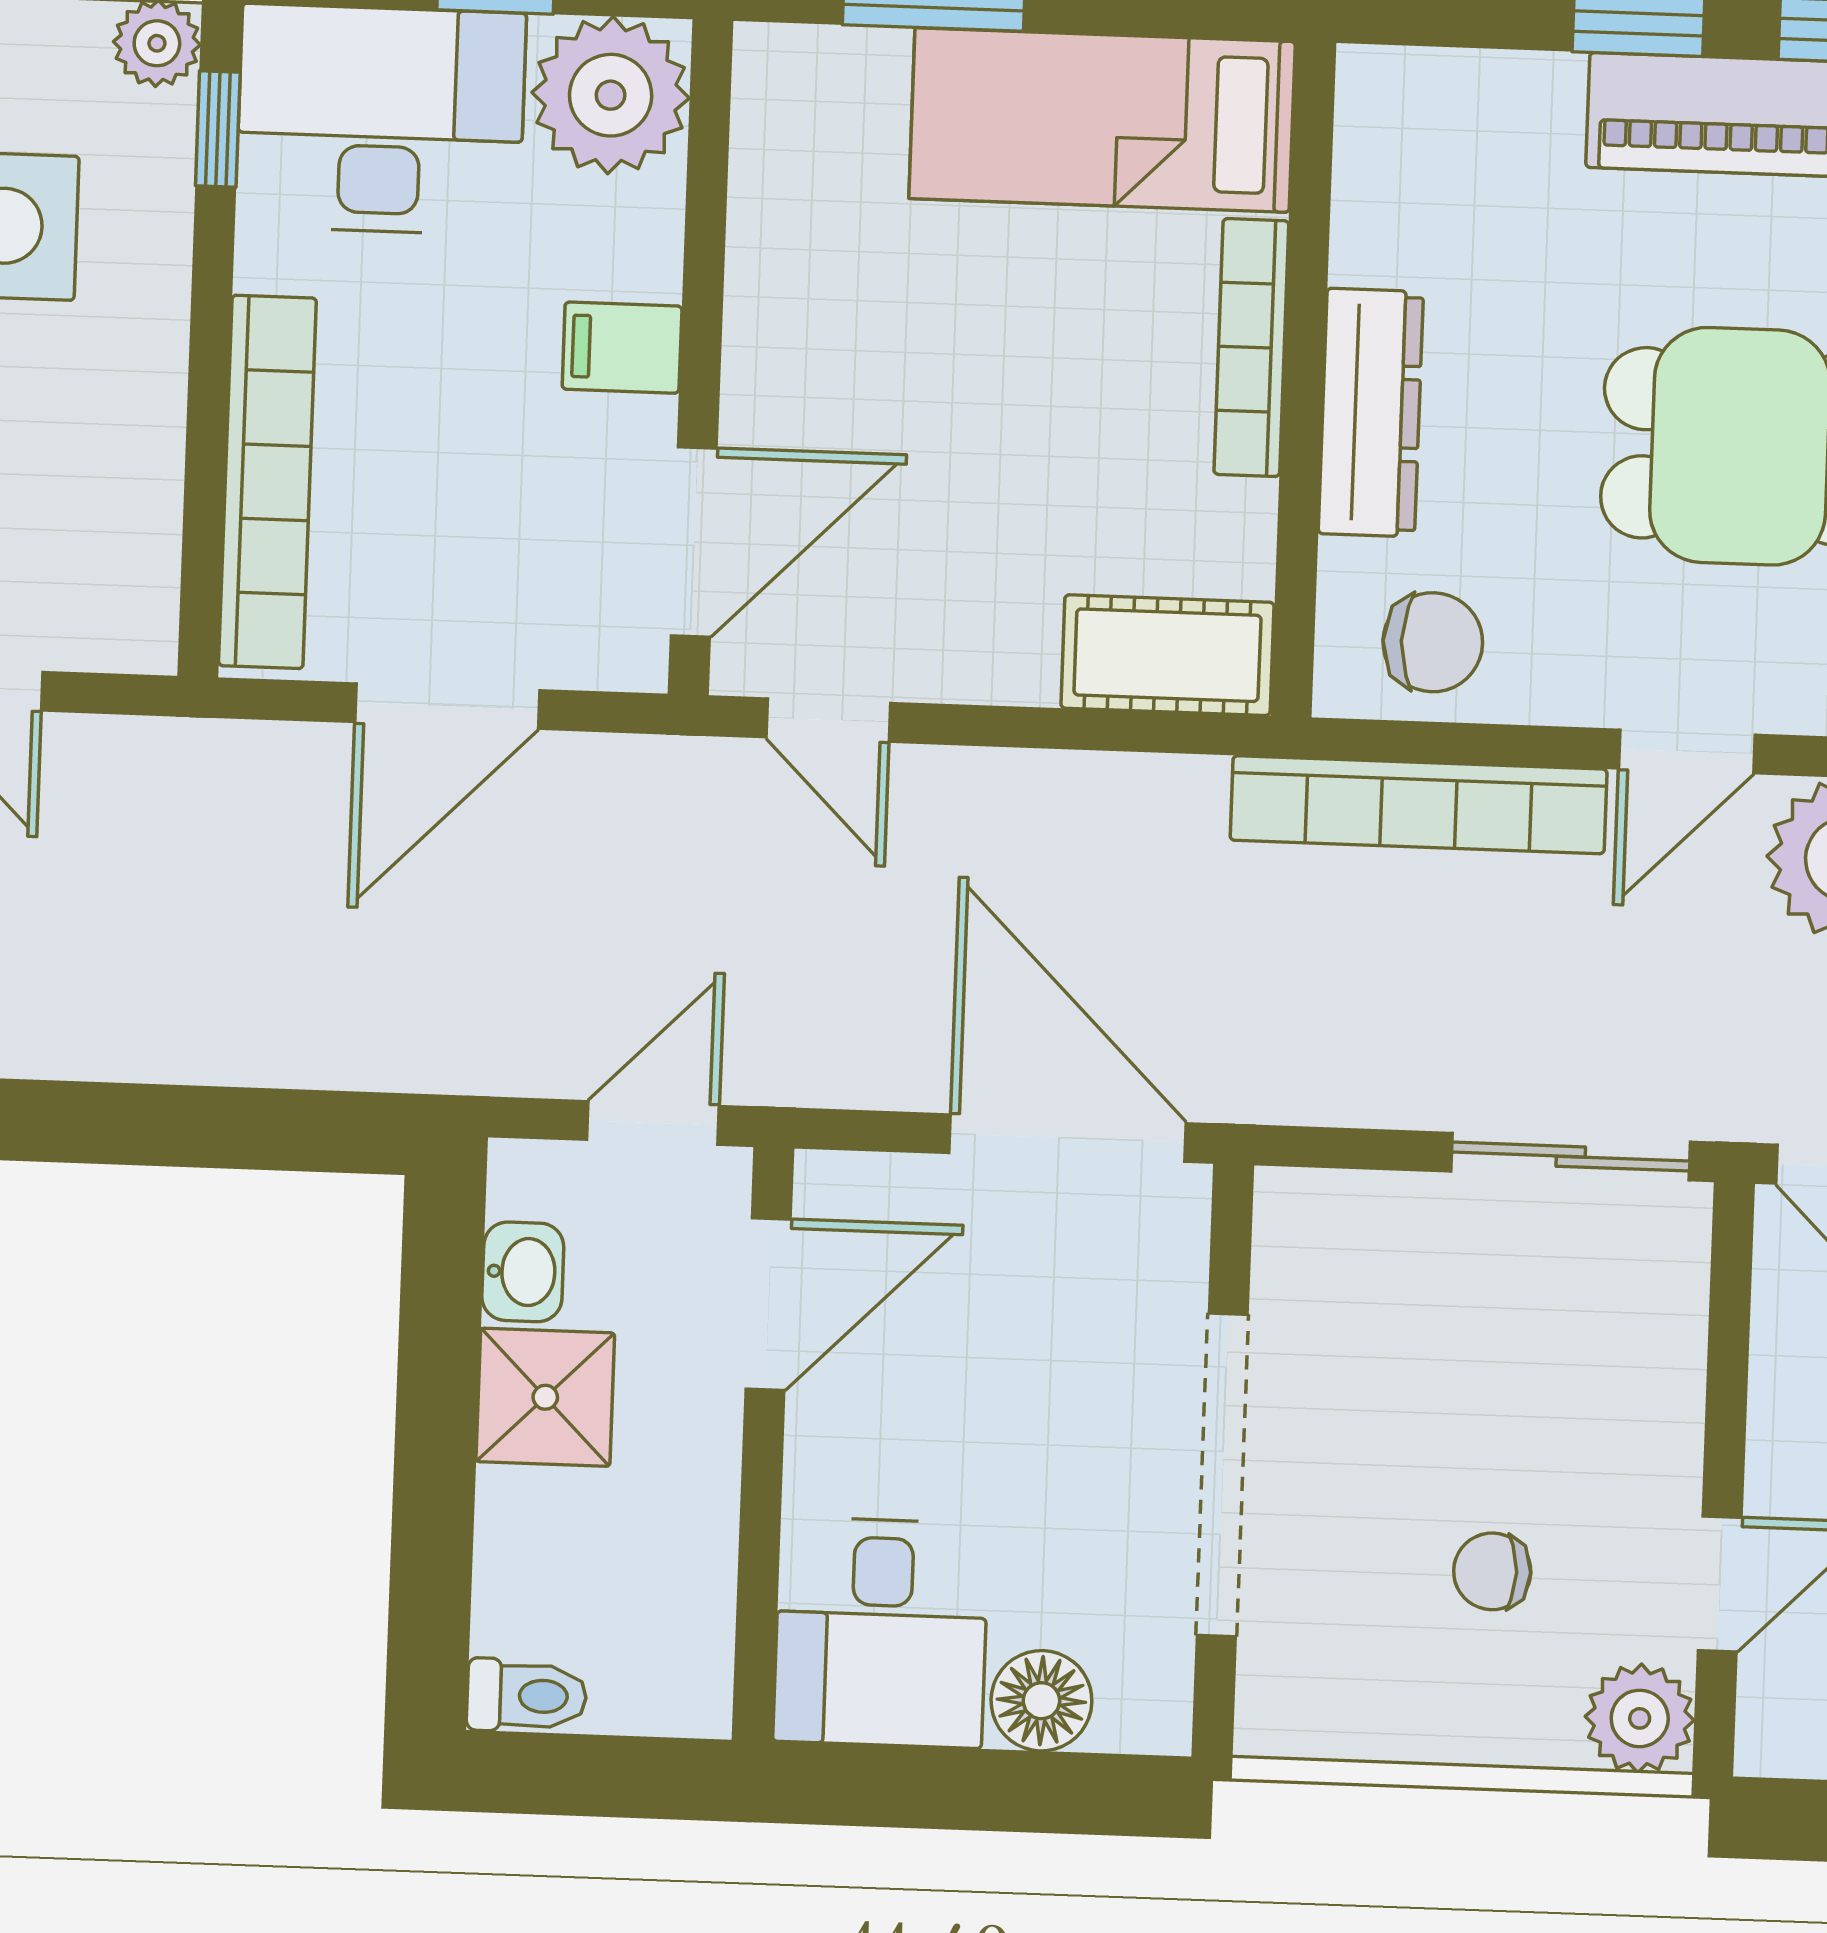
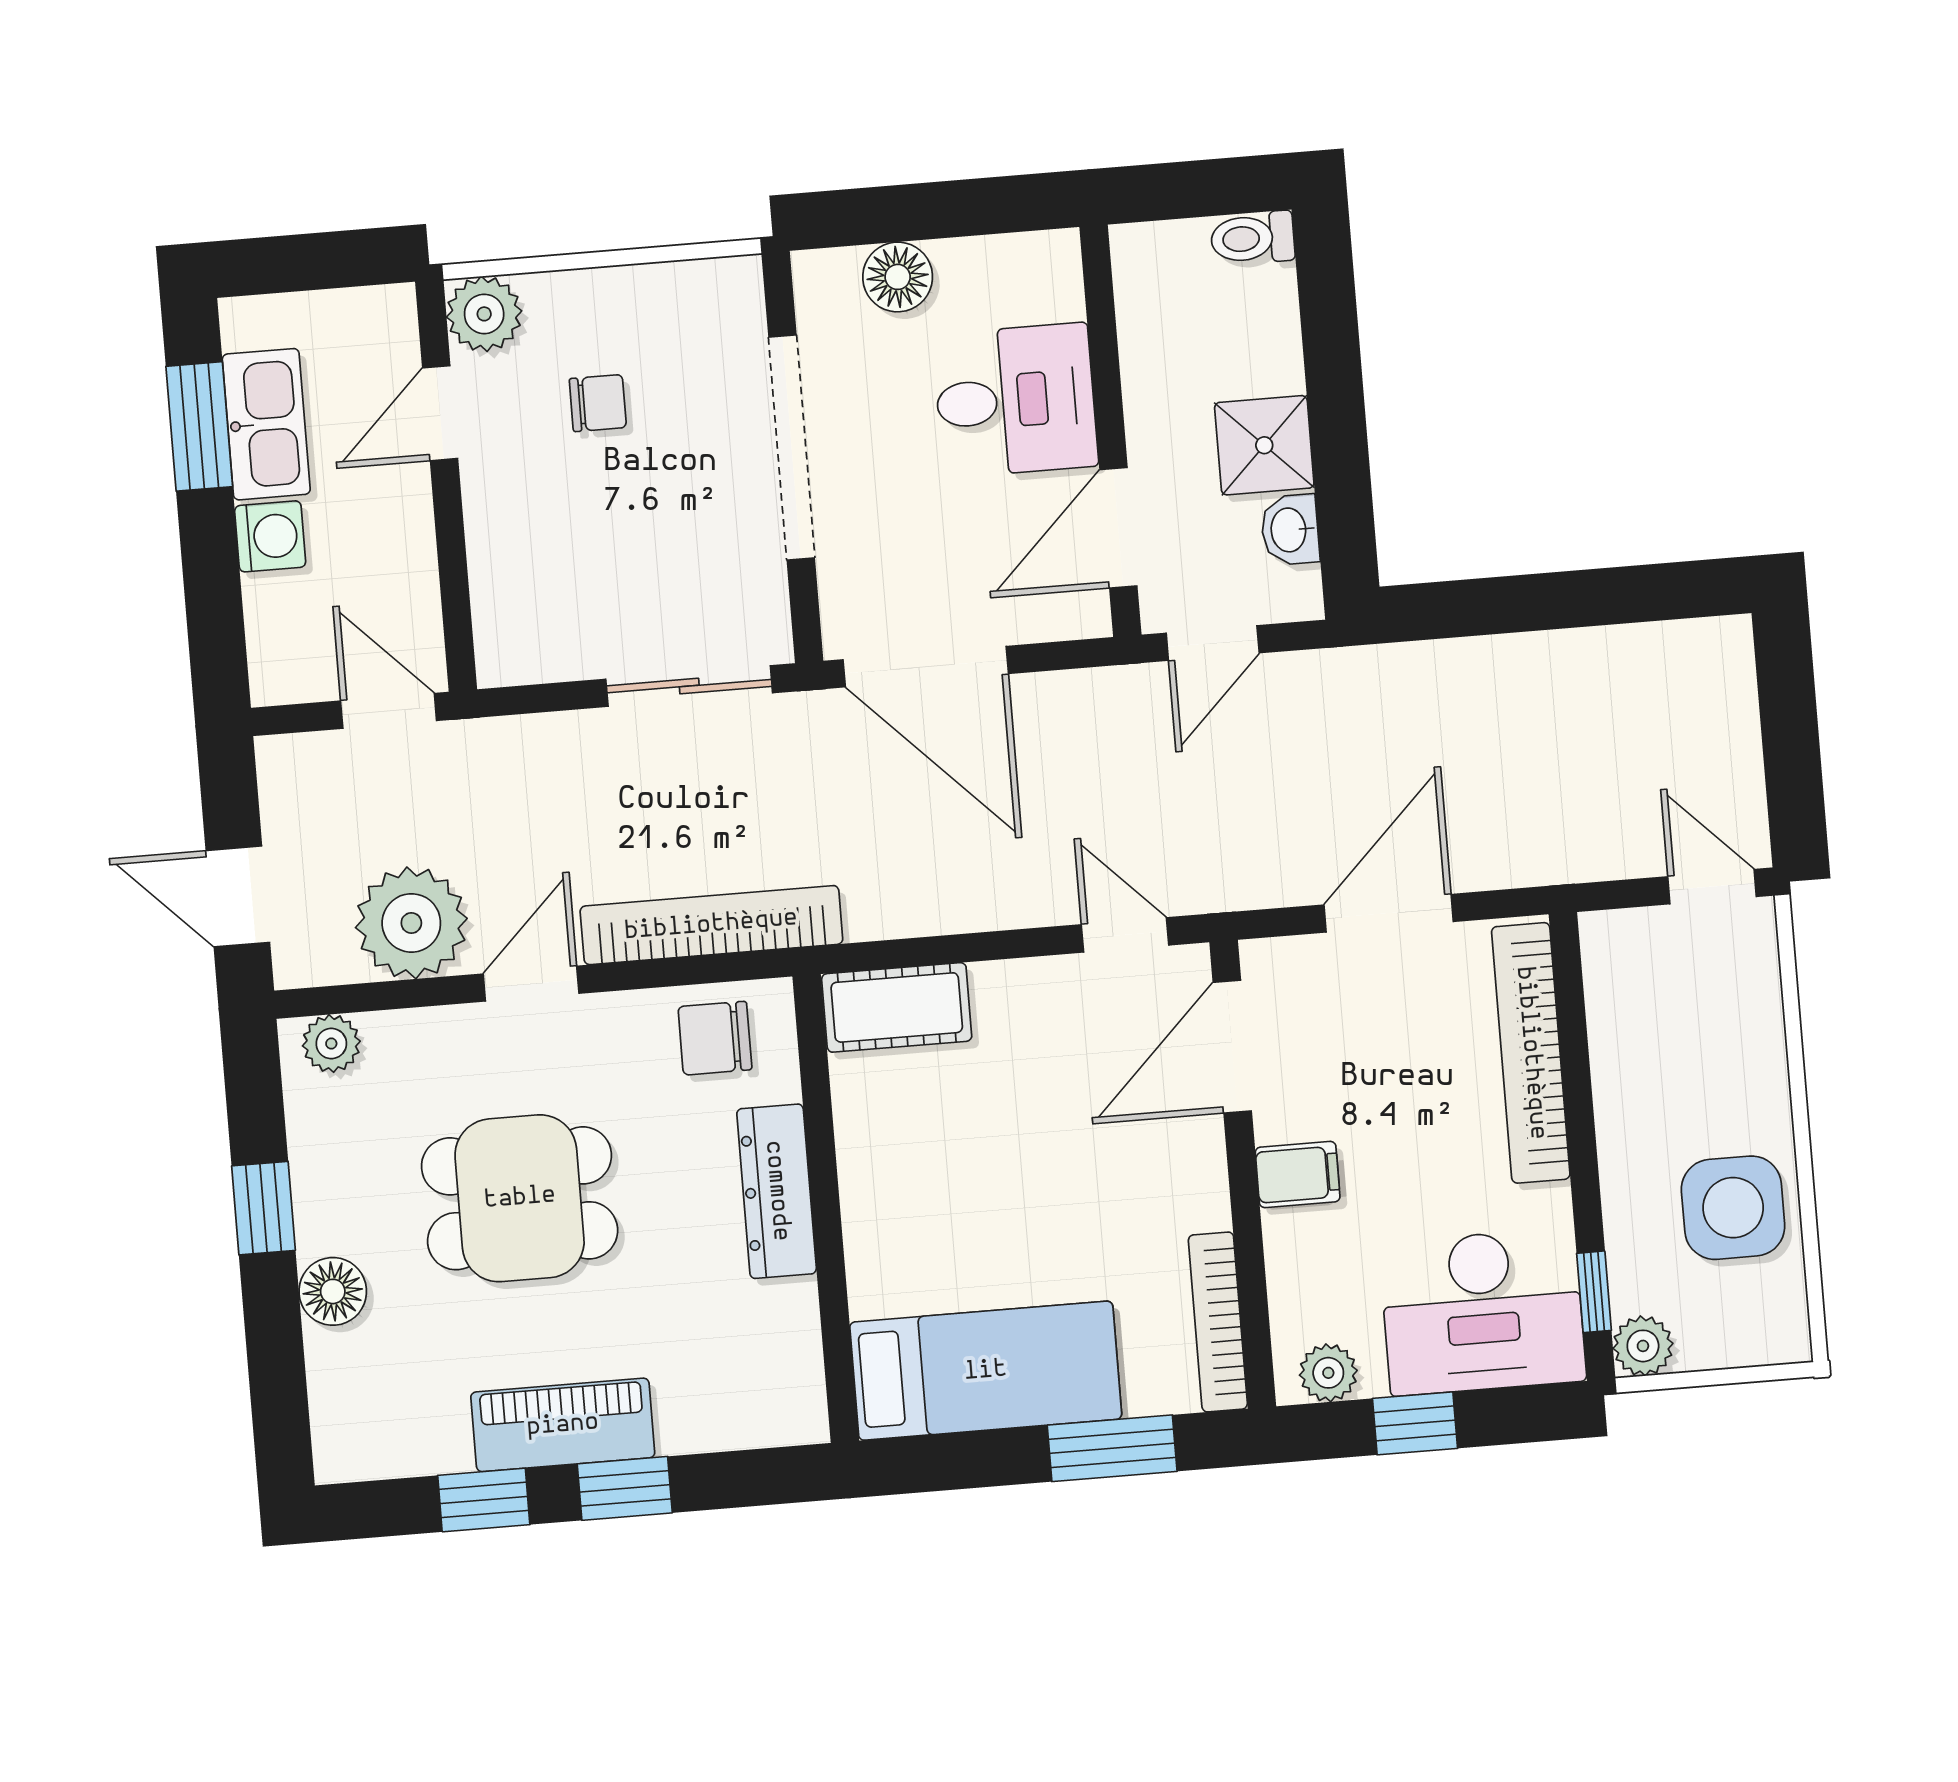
plant: (611, 95) -> (1328, 1373), width x0.53, depth x0.53
bookcase: (1251, 348) -> (1218, 1322), moved, turned 180
sliding door: (1571, 1157) -> (689, 686), moved
desk: (881, 1633) -> (1015, 400), moved, turned 90

